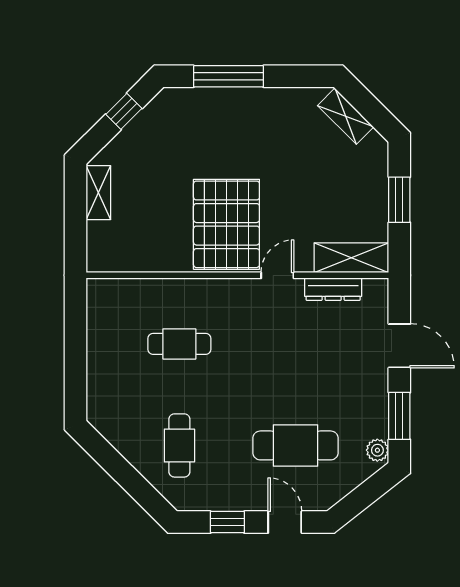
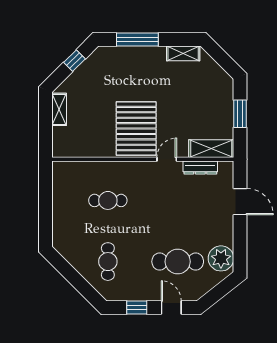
shelving: (346, 116) -> (183, 53), moved, turned -45
window: (399, 416) -> (240, 244), removed
plant: (377, 450) -> (221, 258), width x1.88, depth x1.88

